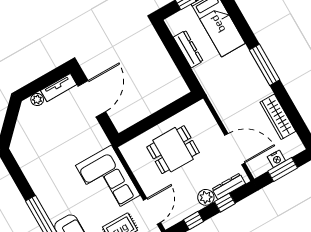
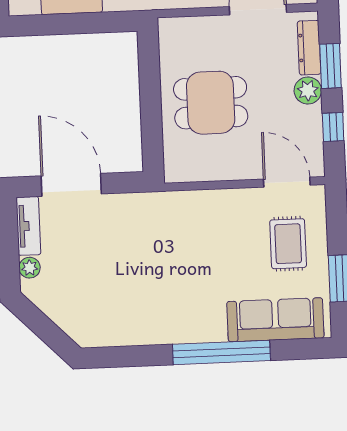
dining table: (173, 150) -> (211, 103), turned 90
corner sofa: (108, 180) -> (206, 224), removed
window: (225, 203) -> (331, 66), width x1.50

